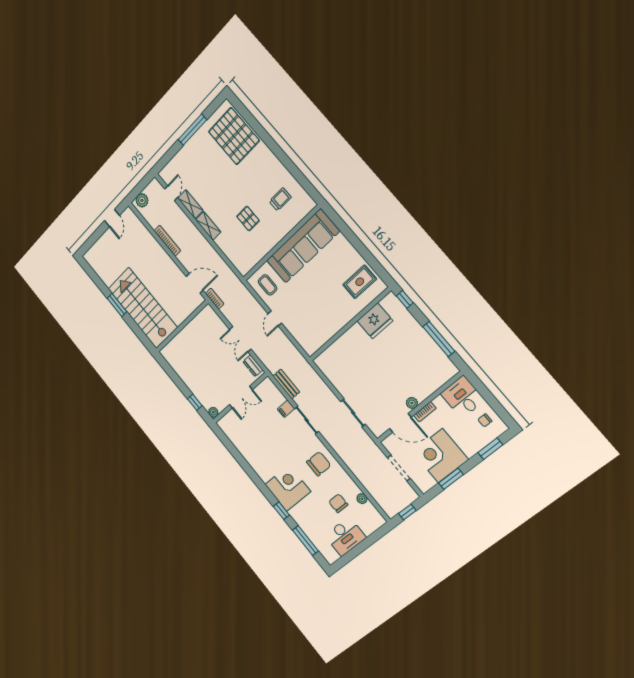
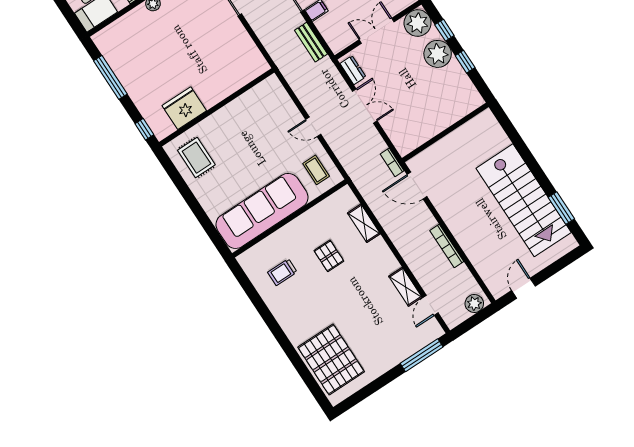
window: (192, 130) -> (422, 355), moved
shelving: (208, 226) -> (364, 223), moved
rug: (360, 282) -> (196, 158), turned 90
window: (117, 305) -> (561, 208), moved
stairs: (143, 308) -> (524, 200), moved
door: (275, 318) -> (313, 127), swing flipped
window: (177, 380) -> (465, 62), added
plant: (196, 384) -> (438, 54), added
plant: (213, 412) -> (418, 23), width x1.88, depth x1.88

